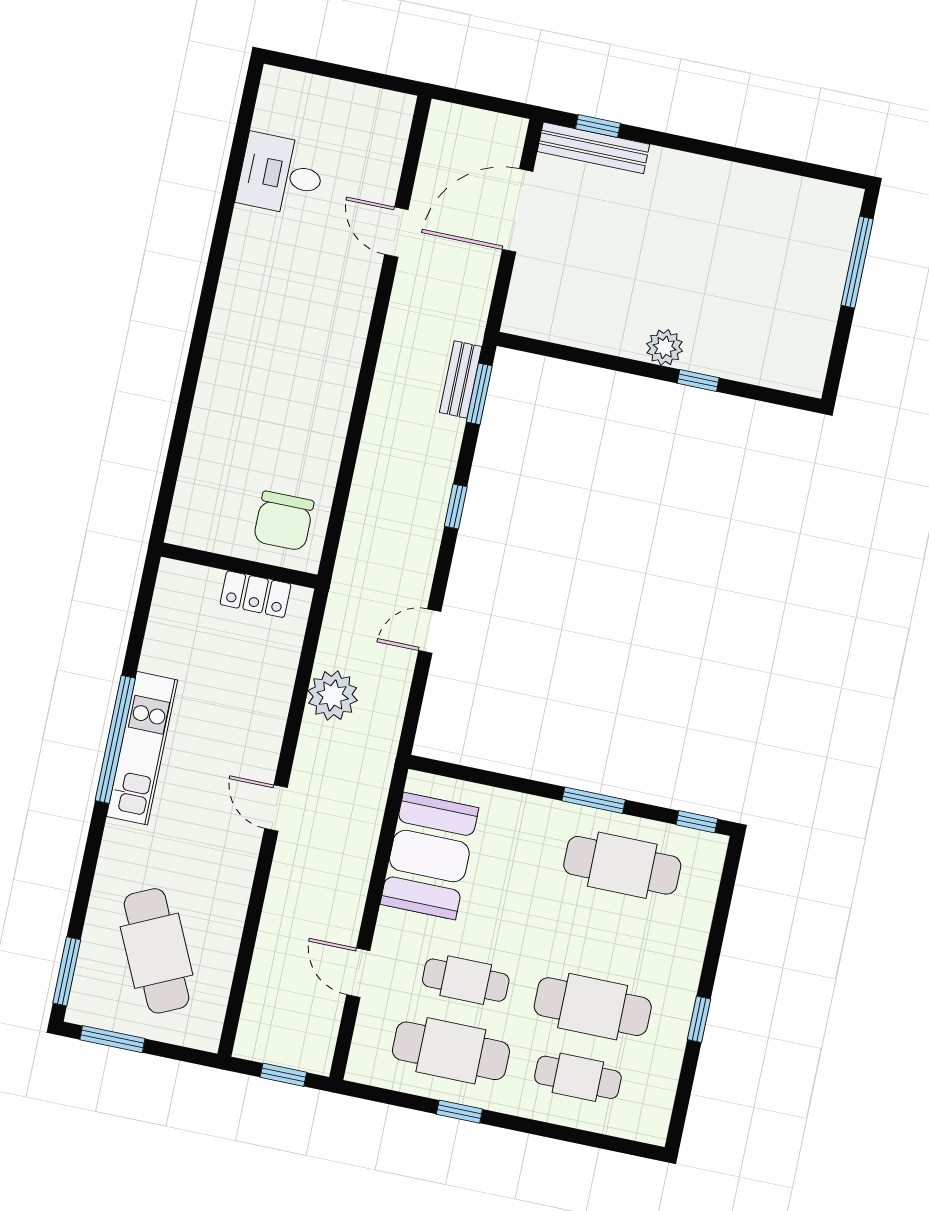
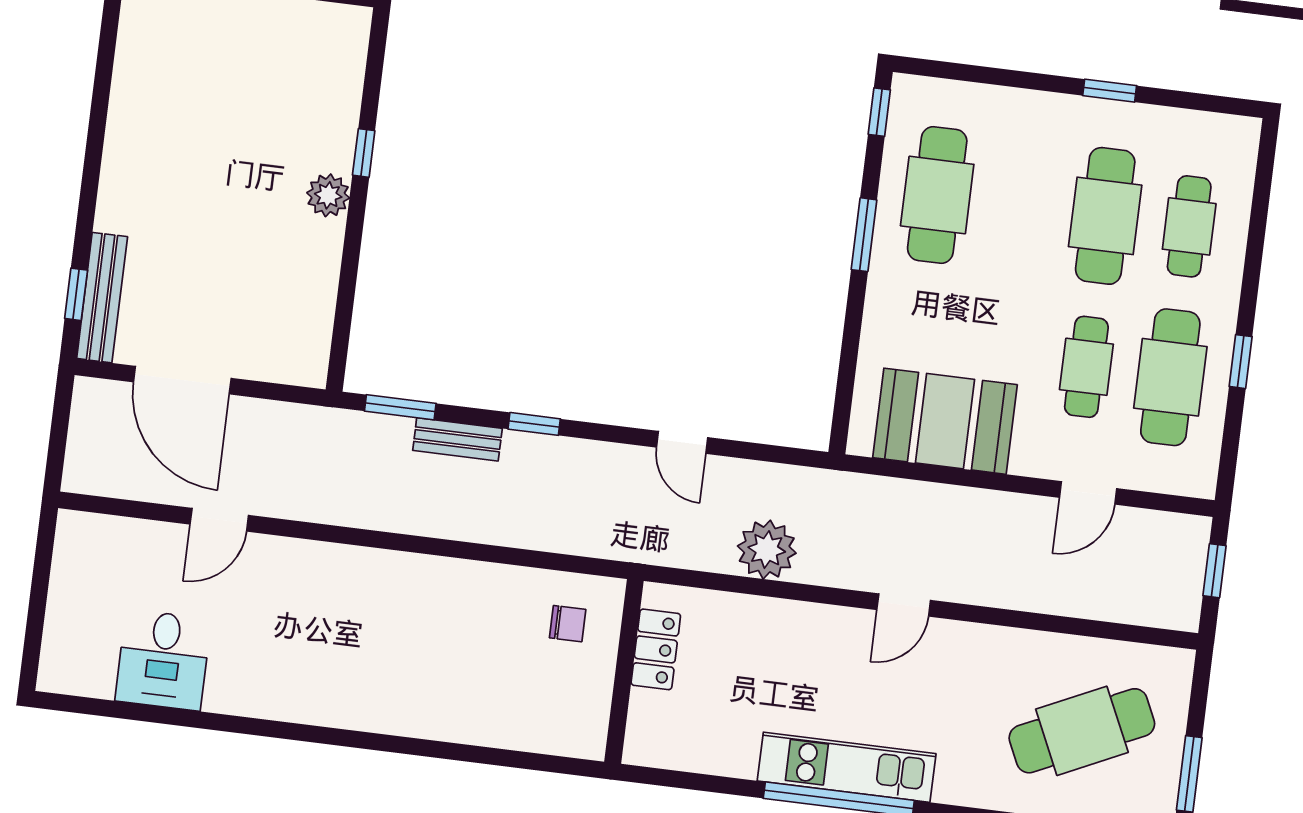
bench: (461, 380) -> (457, 439), moved
chair: (284, 521) -> (568, 624), width x0.54, depth x0.54

